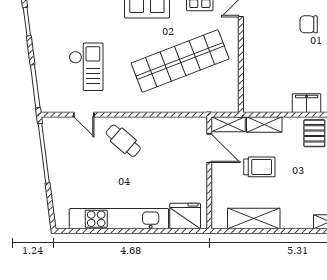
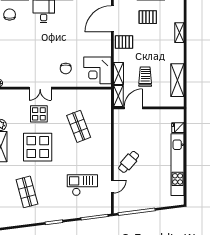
chair: (309, 24) -> (66, 68), moved
shop shelf: (180, 61) -> (79, 126), width x0.50, depth x0.74
corner desk: (269, 91) -> (97, 70), added
filing cabinet: (307, 103) -> (105, 47), removed
fridge: (185, 216) -> (178, 128), width x0.53, depth x0.75

